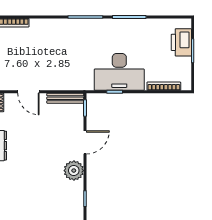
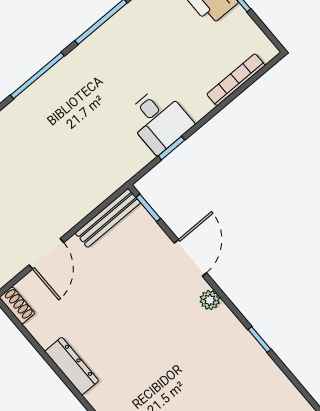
desk: (119, 72) -> (159, 120), width x0.53, depth x0.77
door: (28, 92) -> (46, 254), hinge flipped
plant: (74, 171) -> (210, 300), width x0.53, depth x0.53

